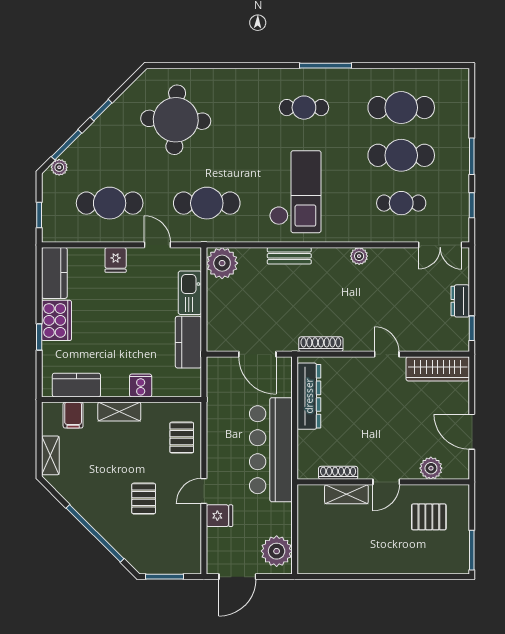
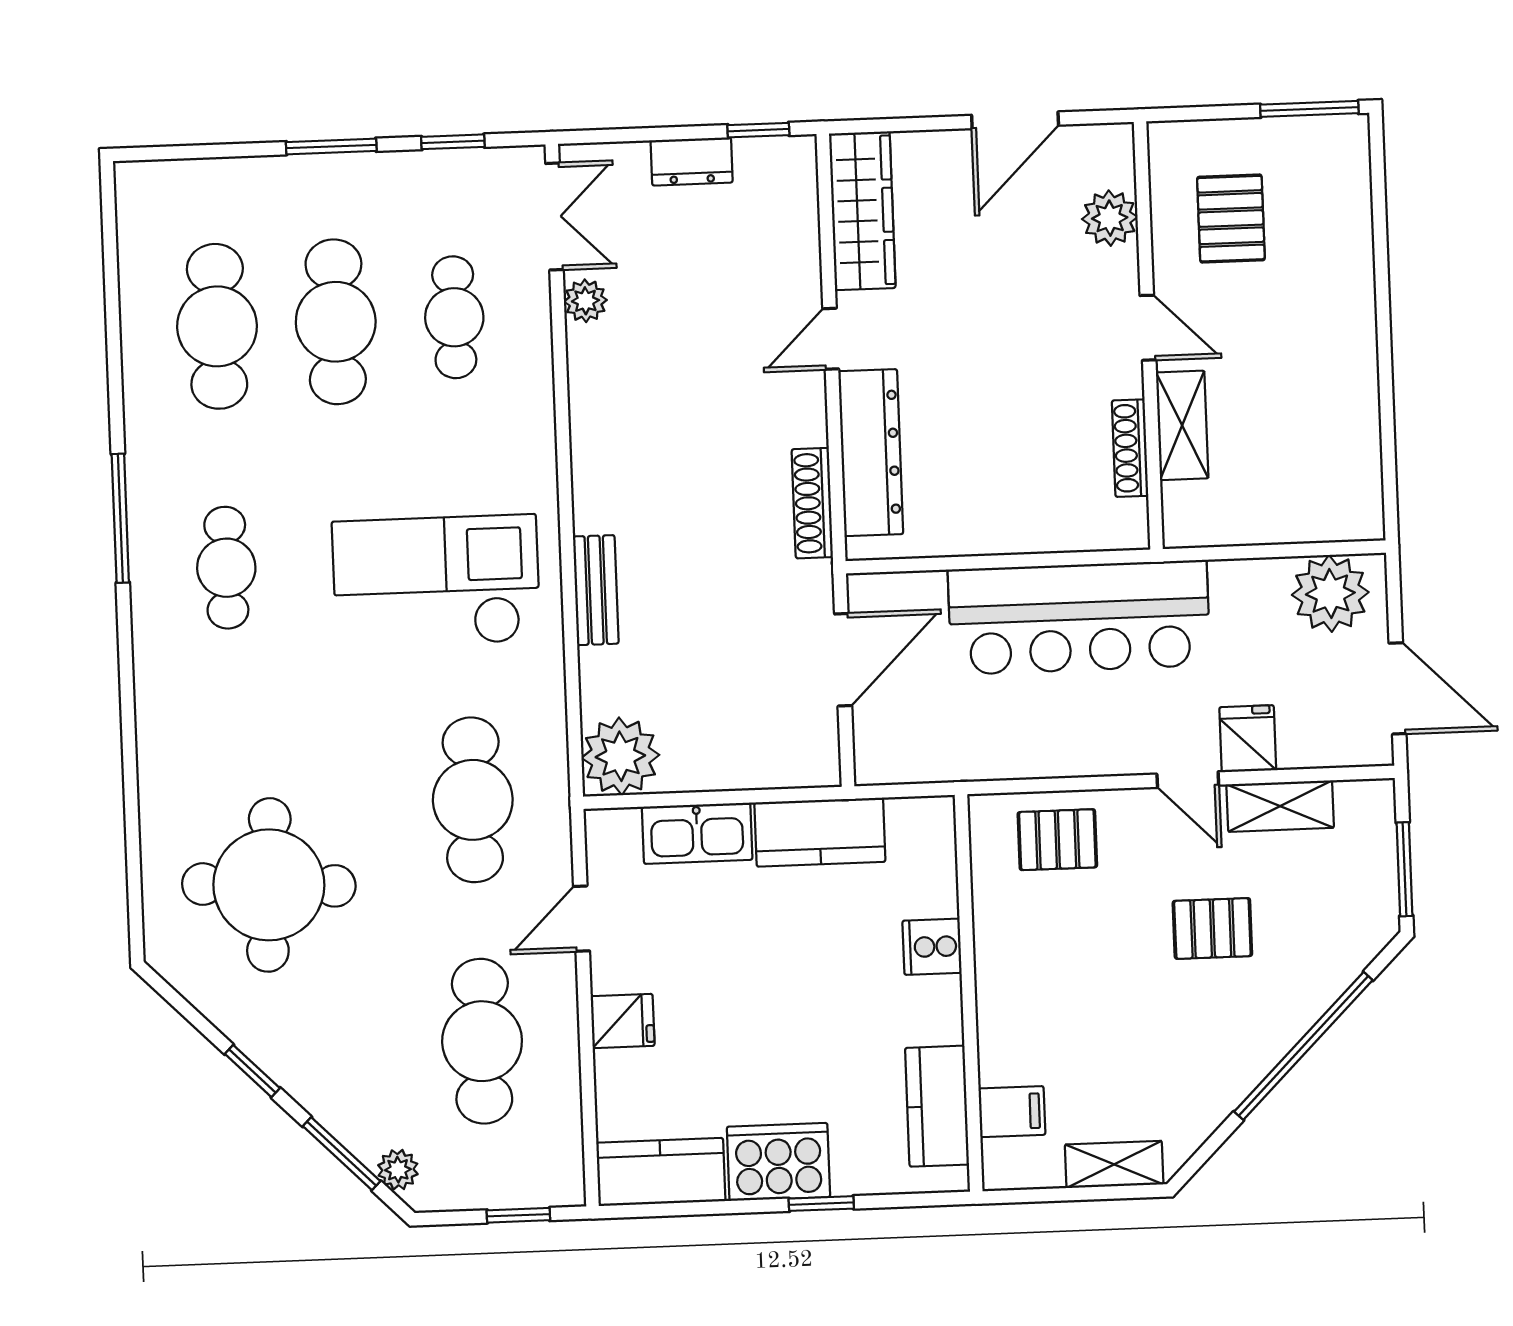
plant: (359, 256) -> (585, 301), moved
dresser: (309, 396) -> (871, 453), moved, turned 90
shelving: (119, 412) -> (1280, 806), moved, turned 90

